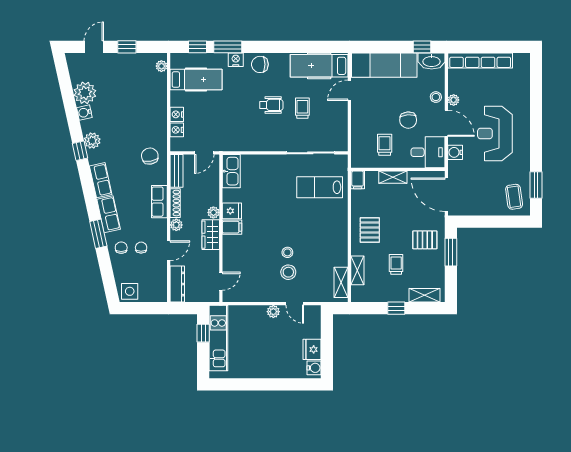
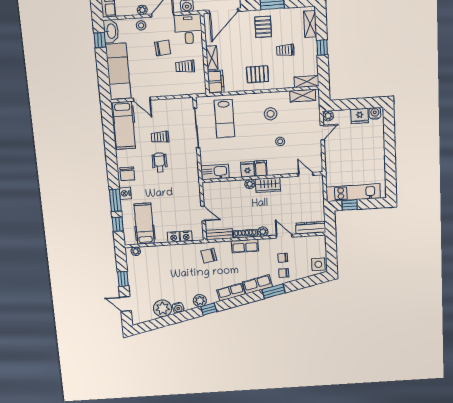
kitchen sink: (231, 171) -> (215, 172), moved
filing cabinet: (358, 180) -> (216, 82), width x2.00
fridge: (232, 211) -> (247, 169), moved
plant: (213, 212) -> (250, 184), moved
filing cabinet: (232, 227) -> (261, 168), moved
wall: (221, 228) -> (262, 177), moved
wardrobe: (211, 235) -> (268, 185), moved
shelving: (357, 270) -> (307, 82), moved
stool: (288, 272) -> (271, 114), moved
door: (221, 281) -> (306, 174), moved
plant: (273, 312) -> (328, 116), moved

